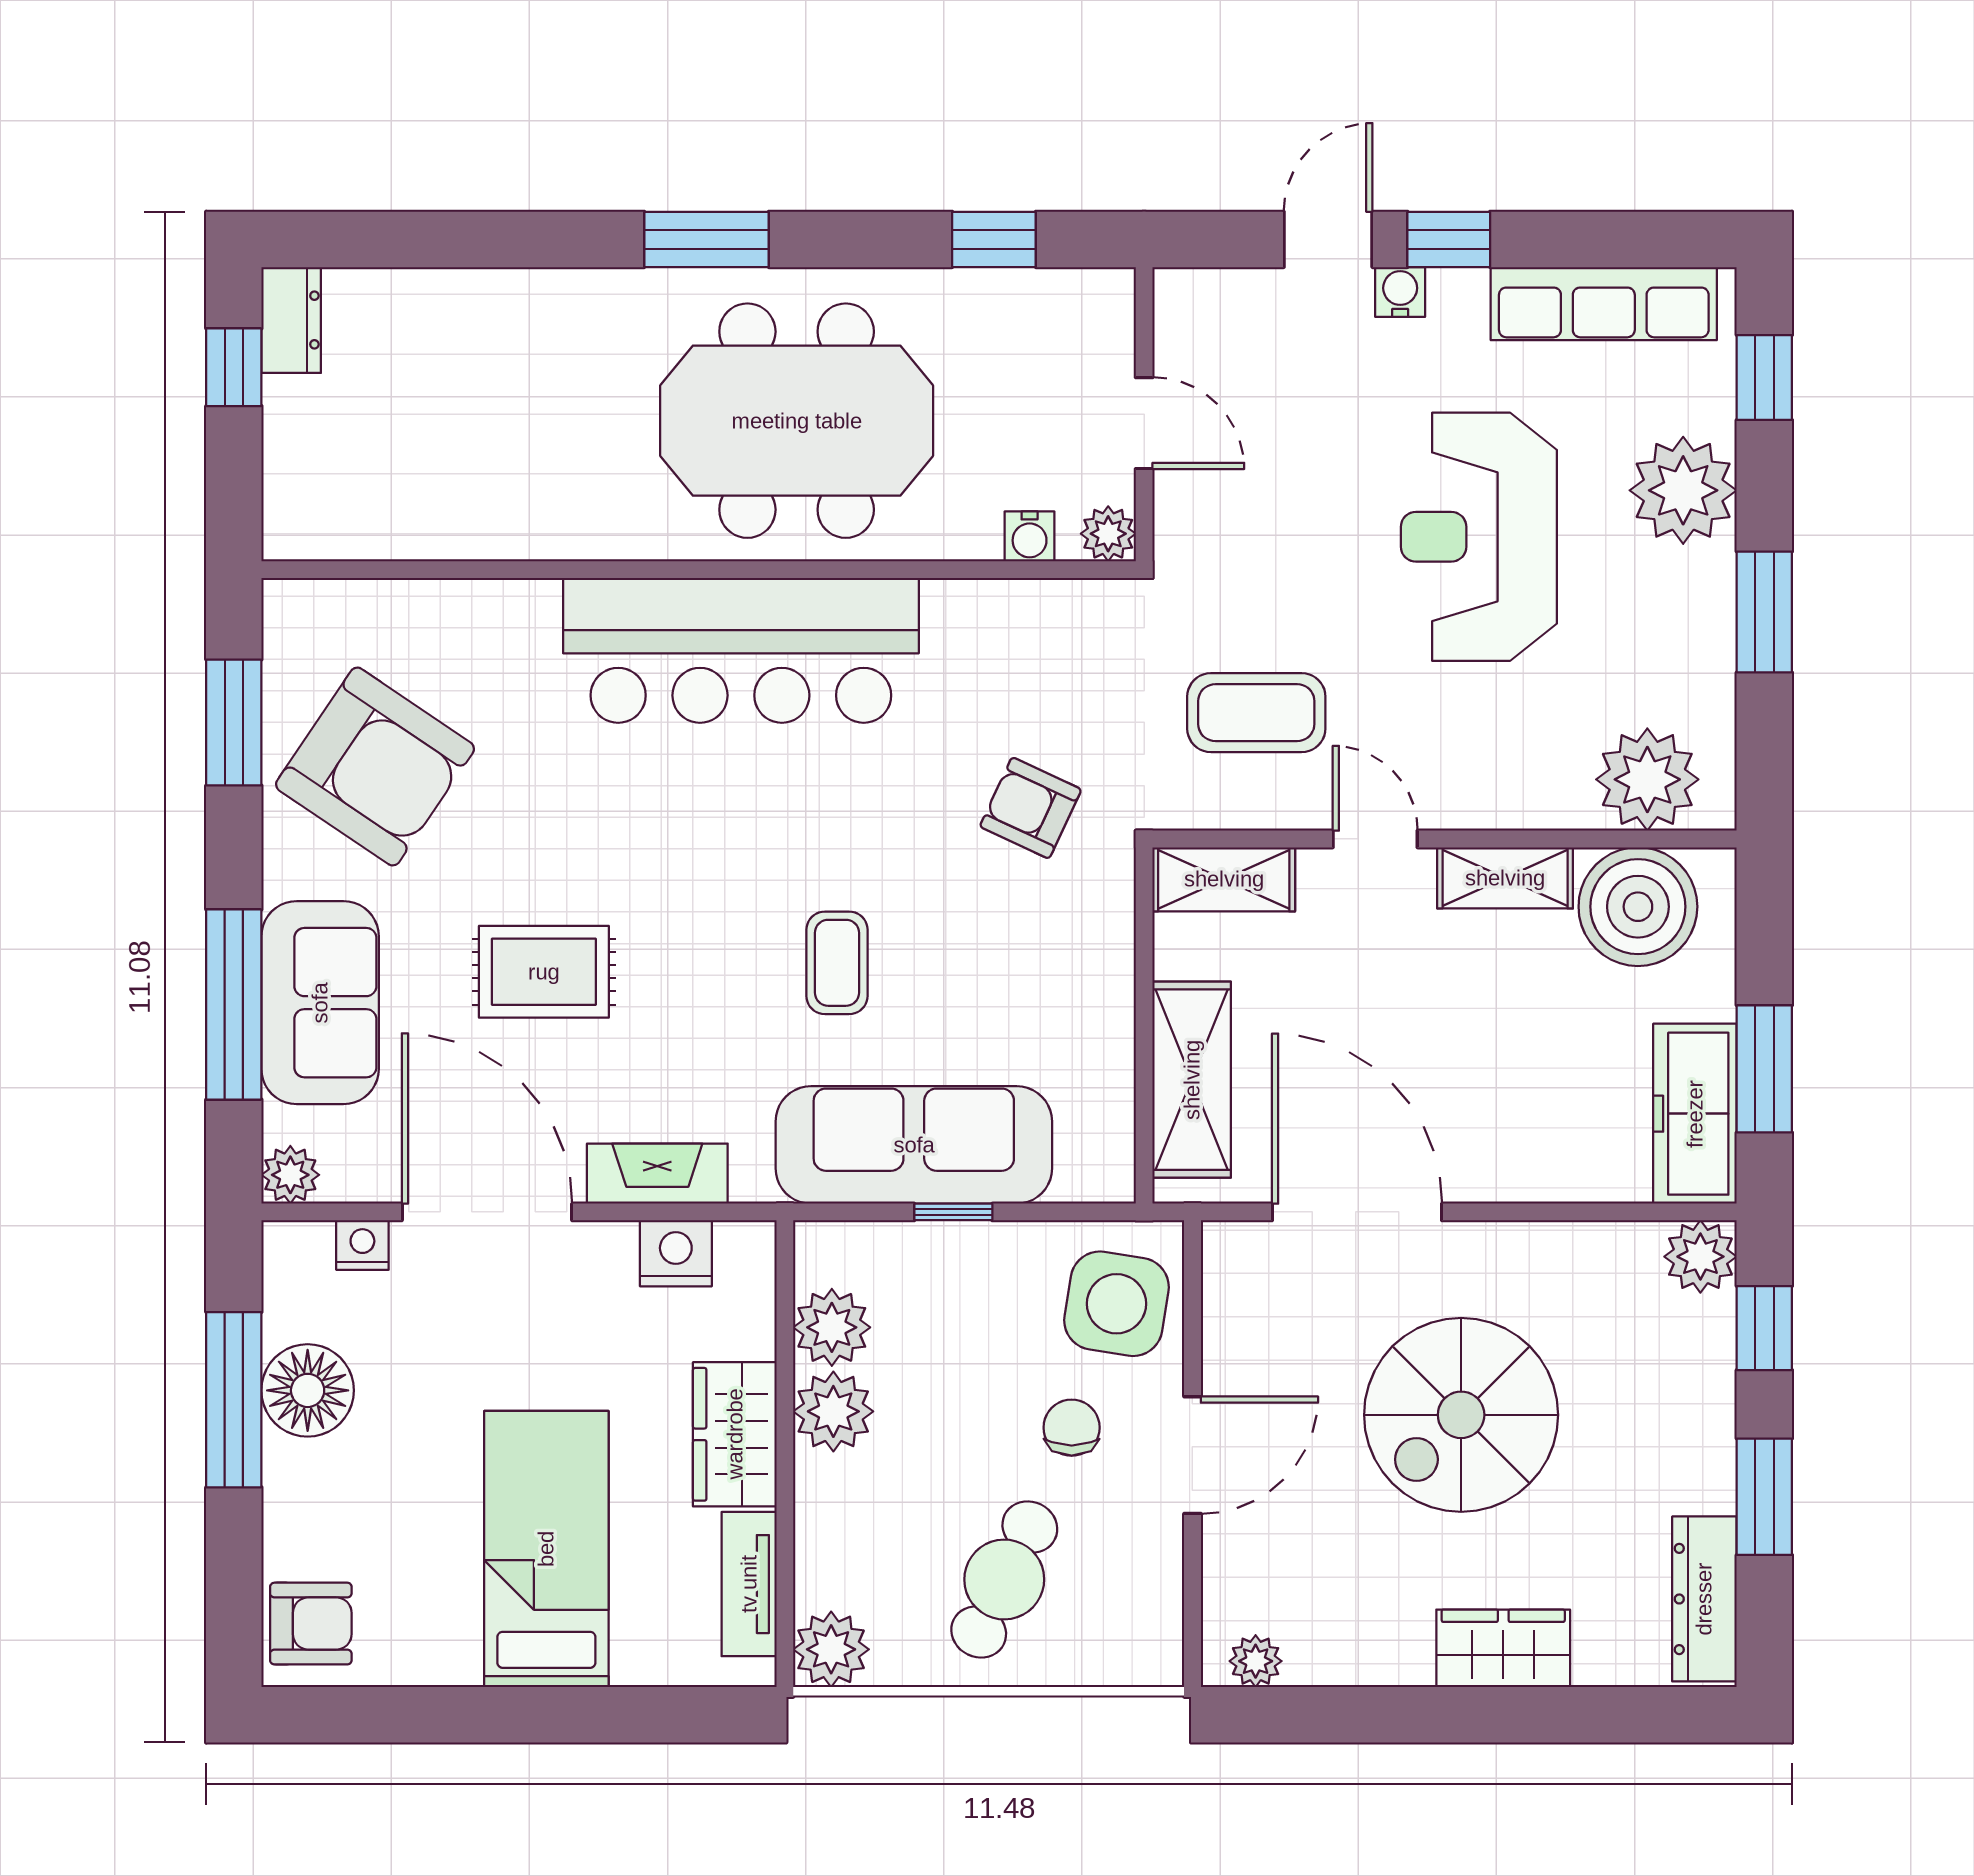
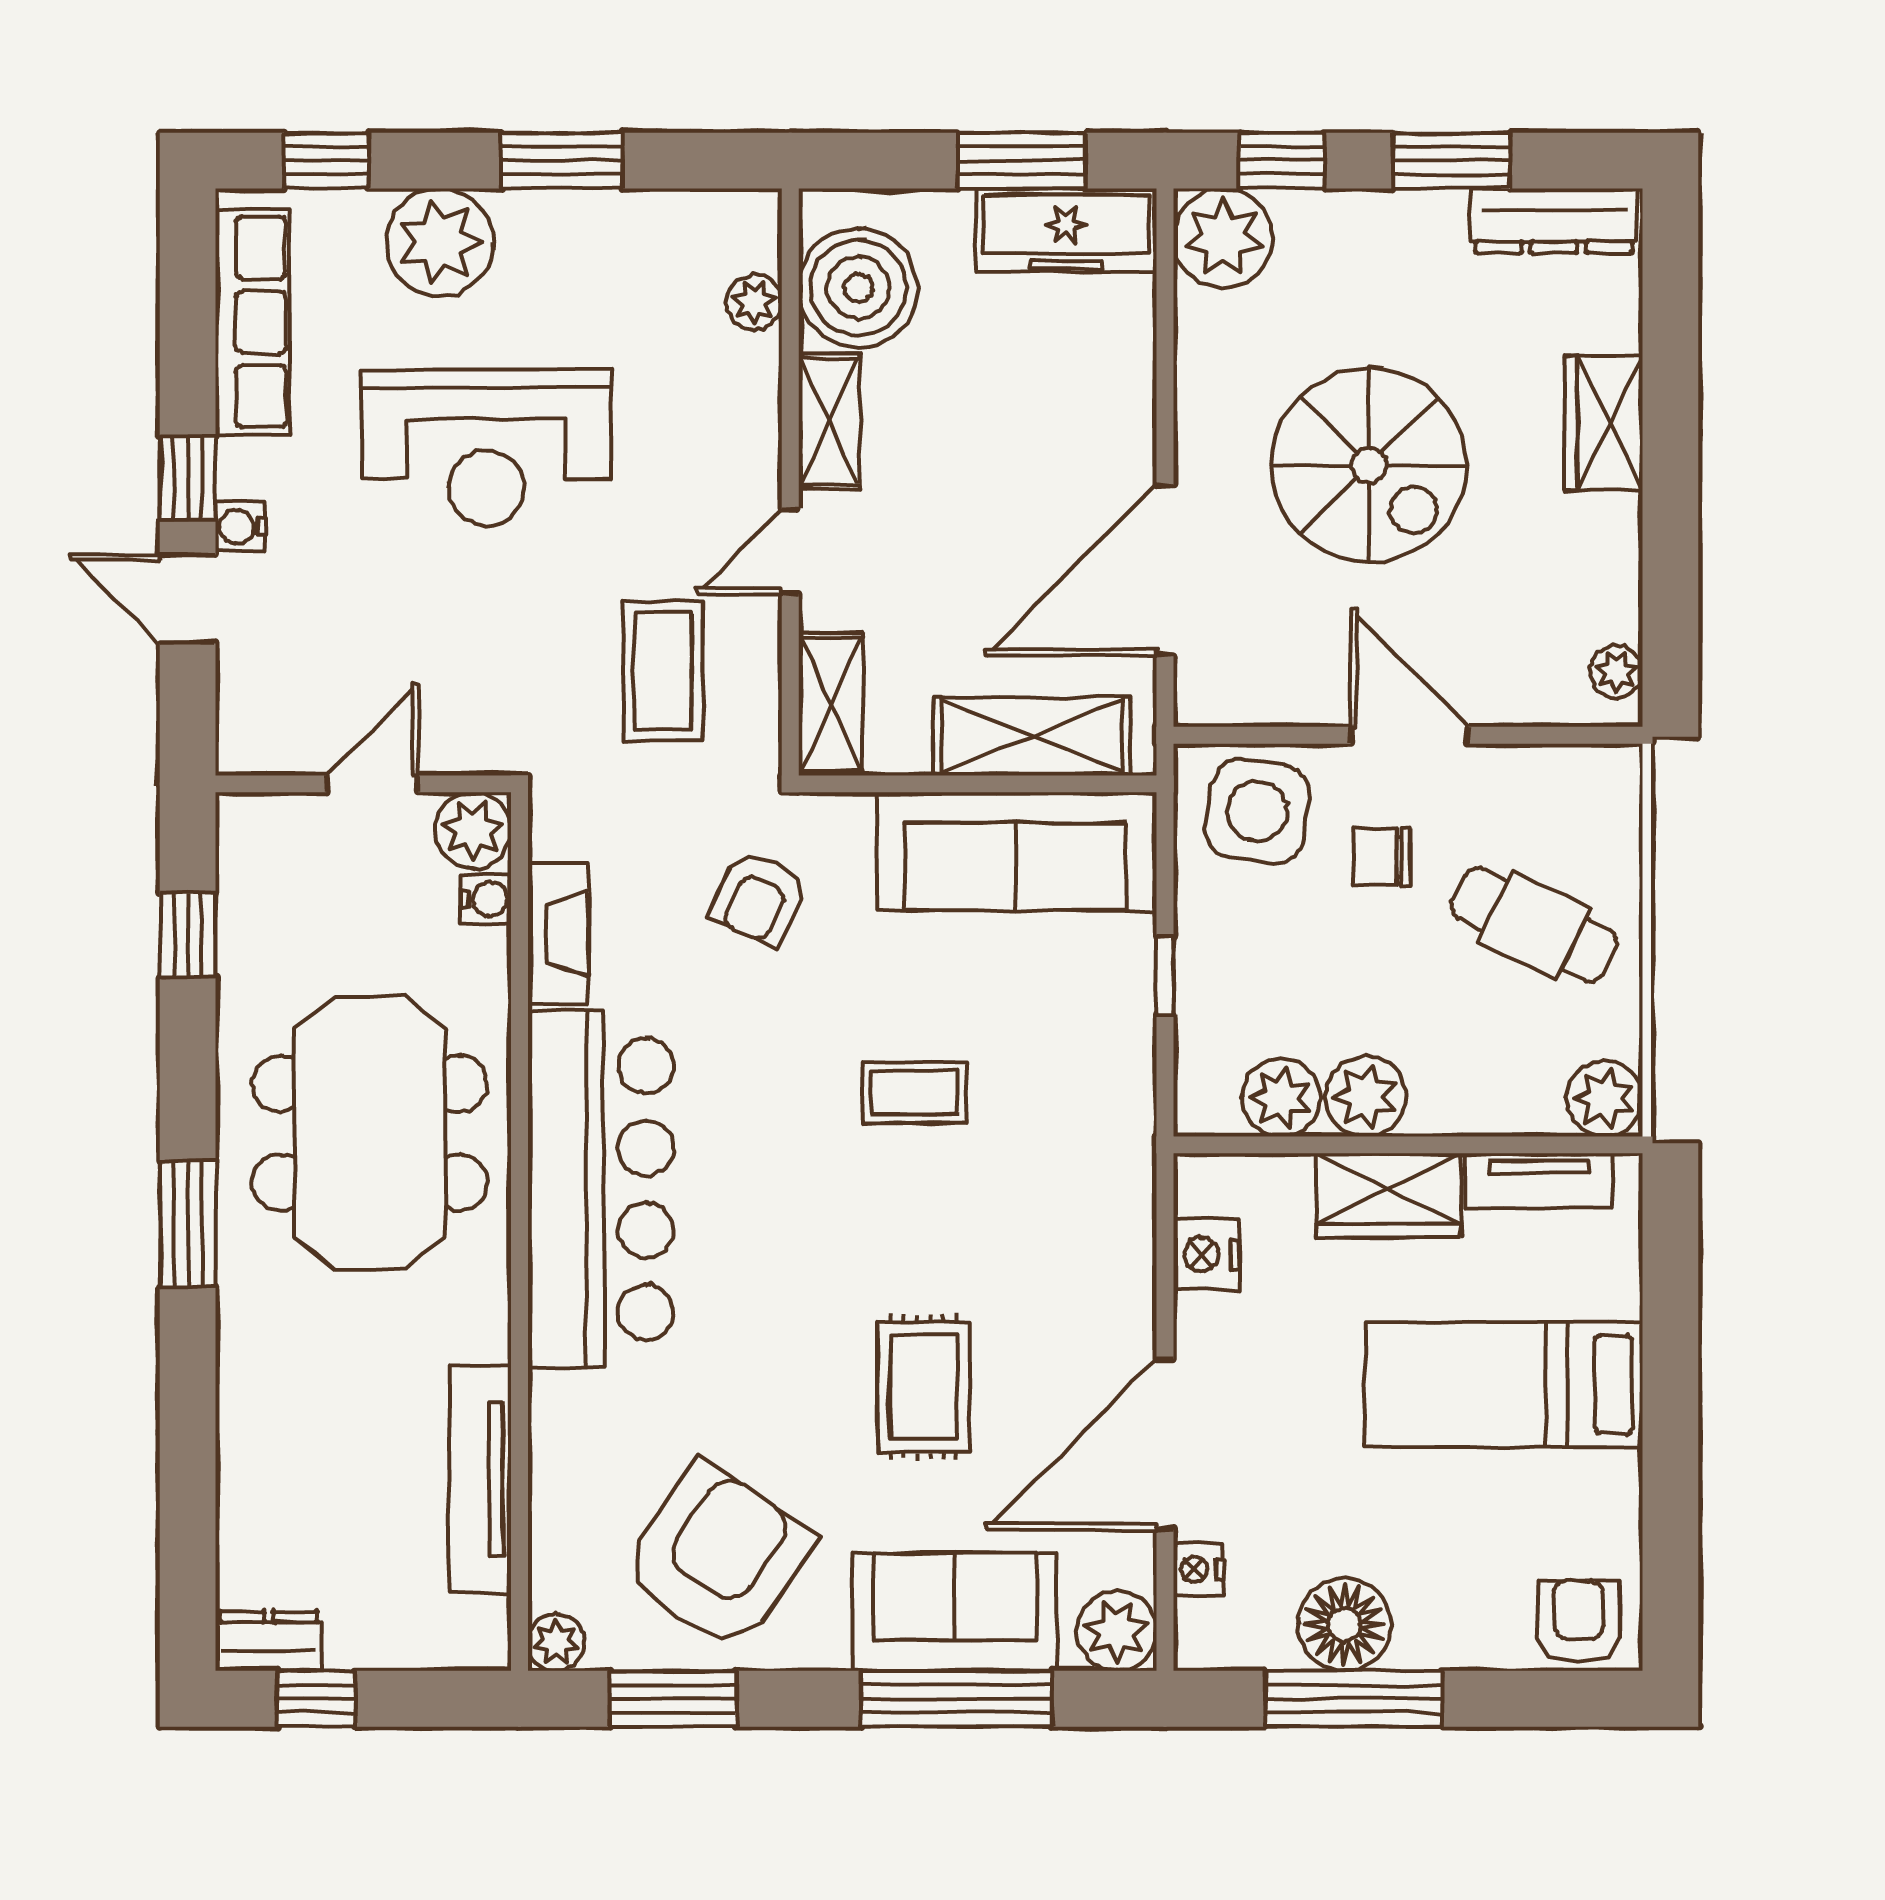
tv unit: (452, 531) -> (480, 1479), added
plant: (1108, 534) -> (473, 830), width x1.38, depth x1.38
plant: (290, 606) -> (556, 1643), added
plant: (1647, 779) -> (754, 302), width x0.53, depth x0.53
sofa: (914, 1145) -> (1016, 851), moved, turned -90
fireplace: (657, 1174) -> (558, 934), moved, turned 180
plant: (290, 1175) -> (1117, 1631), width x1.38, depth x1.38
plant: (1700, 1257) -> (1223, 238), width x1.36, depth x1.36

